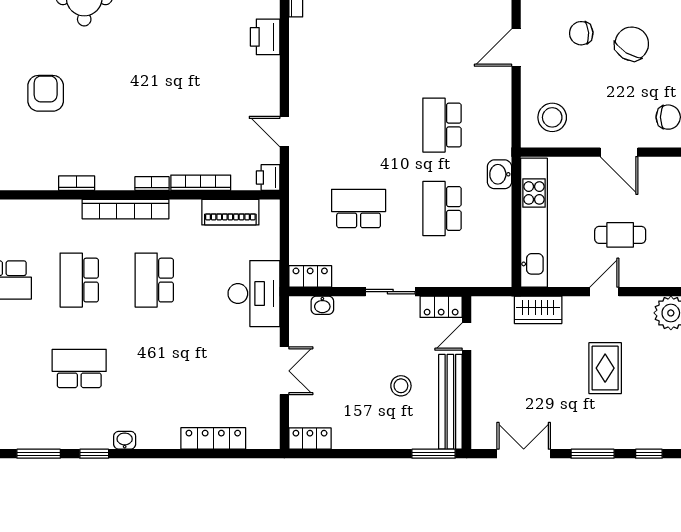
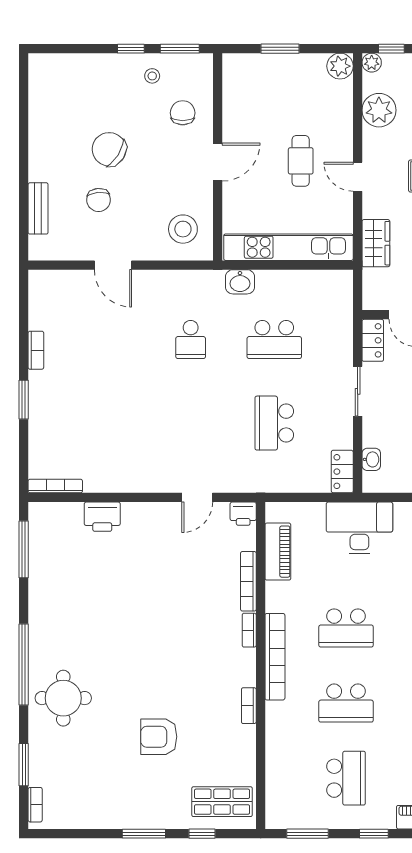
school desk: (442, 125) -> (191, 339), width x0.54

